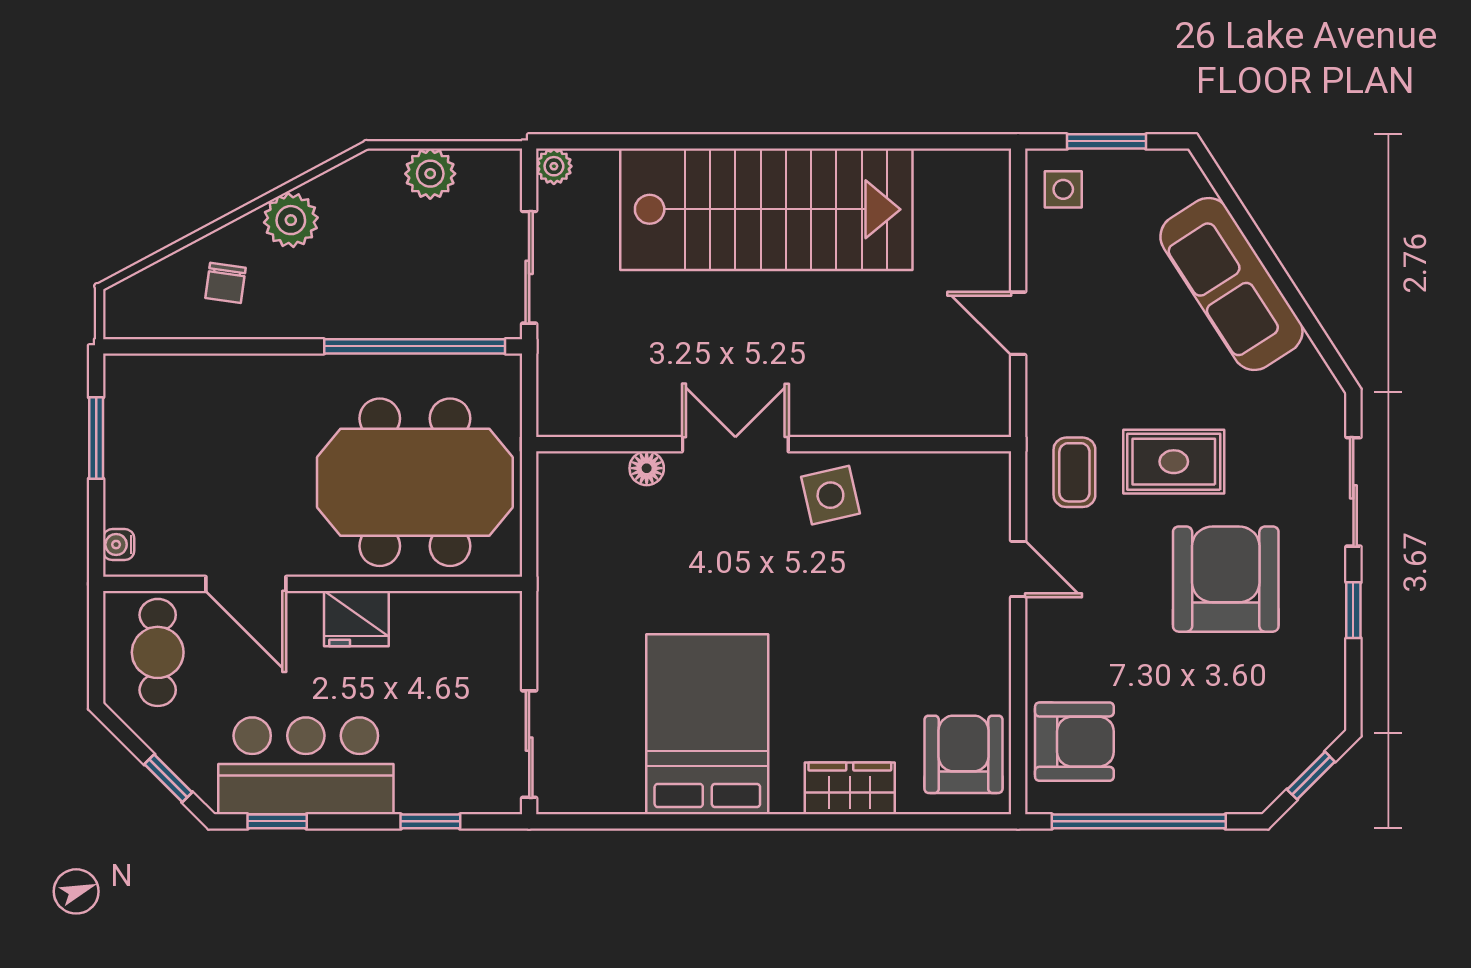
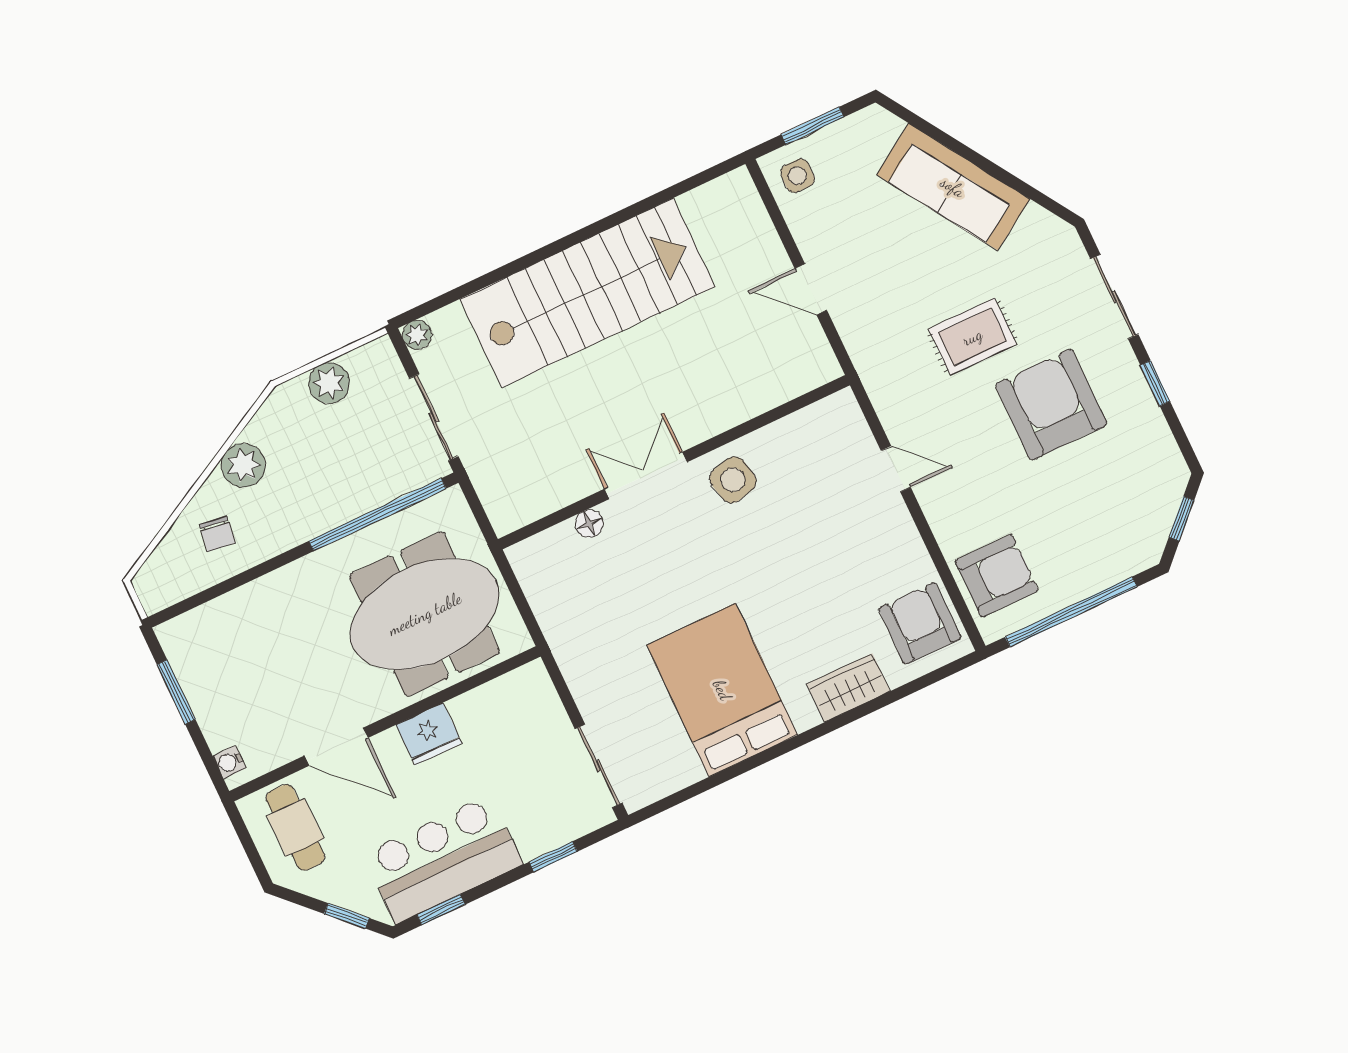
coffee table: (1074, 472) -> (903, 379), removed

